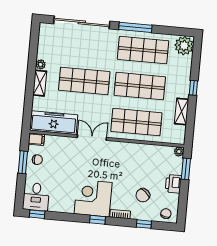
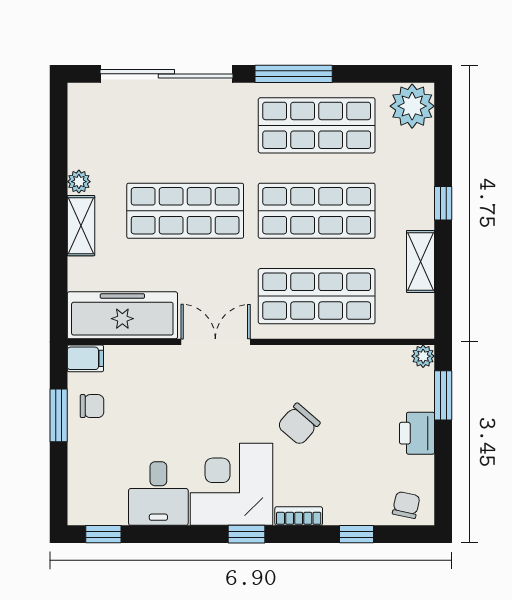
chair: (143, 195) -> (299, 424), moved
desk: (36, 197) -> (158, 494), moved

